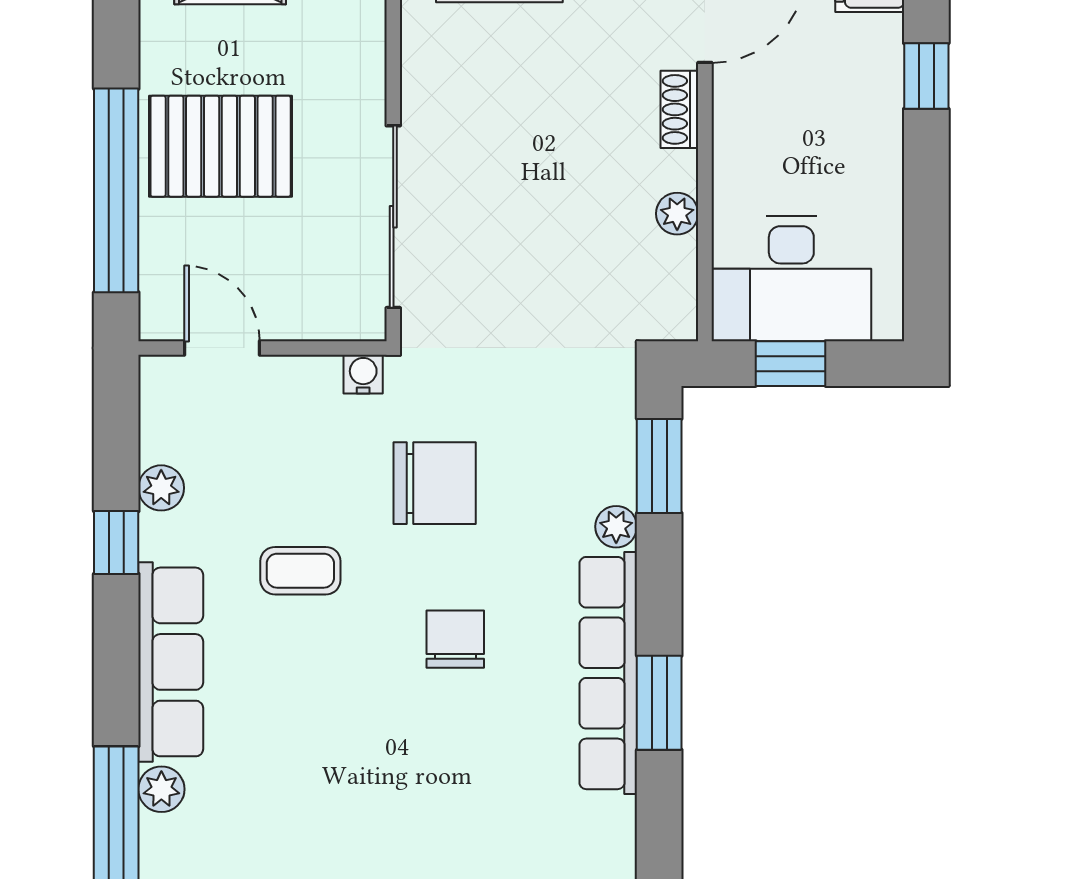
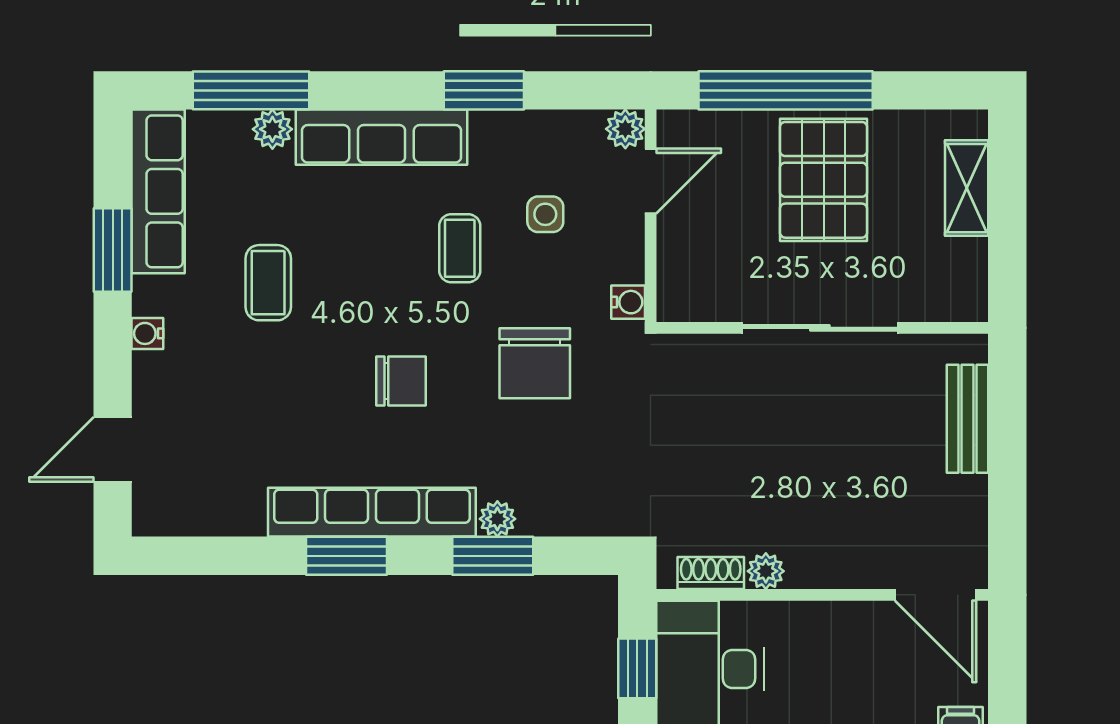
shoe rack: (679, 109) -> (711, 573), moved
sliding door: (393, 217) -> (820, 328), moved
window: (659, 466) -> (493, 556), moved
side table: (261, 471) -> (545, 214), added
plant: (161, 488) -> (625, 129), moved
window: (116, 543) -> (484, 90), width x1.50
coffee table: (341, 794) -> (268, 283), added

